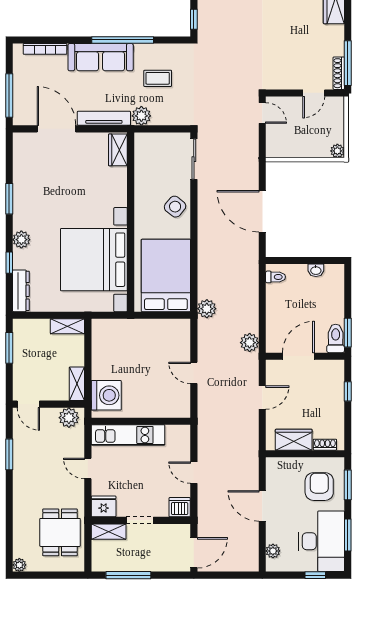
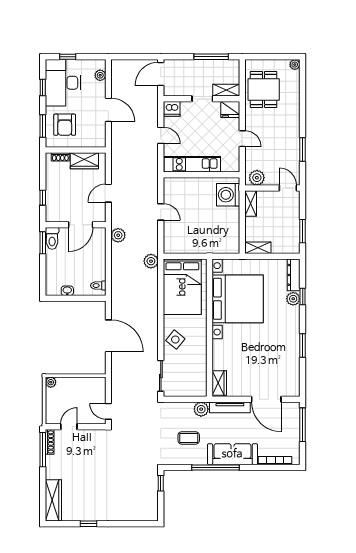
plant: (21, 240) -> (293, 299), moved
kitchen unit: (128, 435) -> (192, 164), moved
window: (348, 535) -> (43, 88), width x0.67

